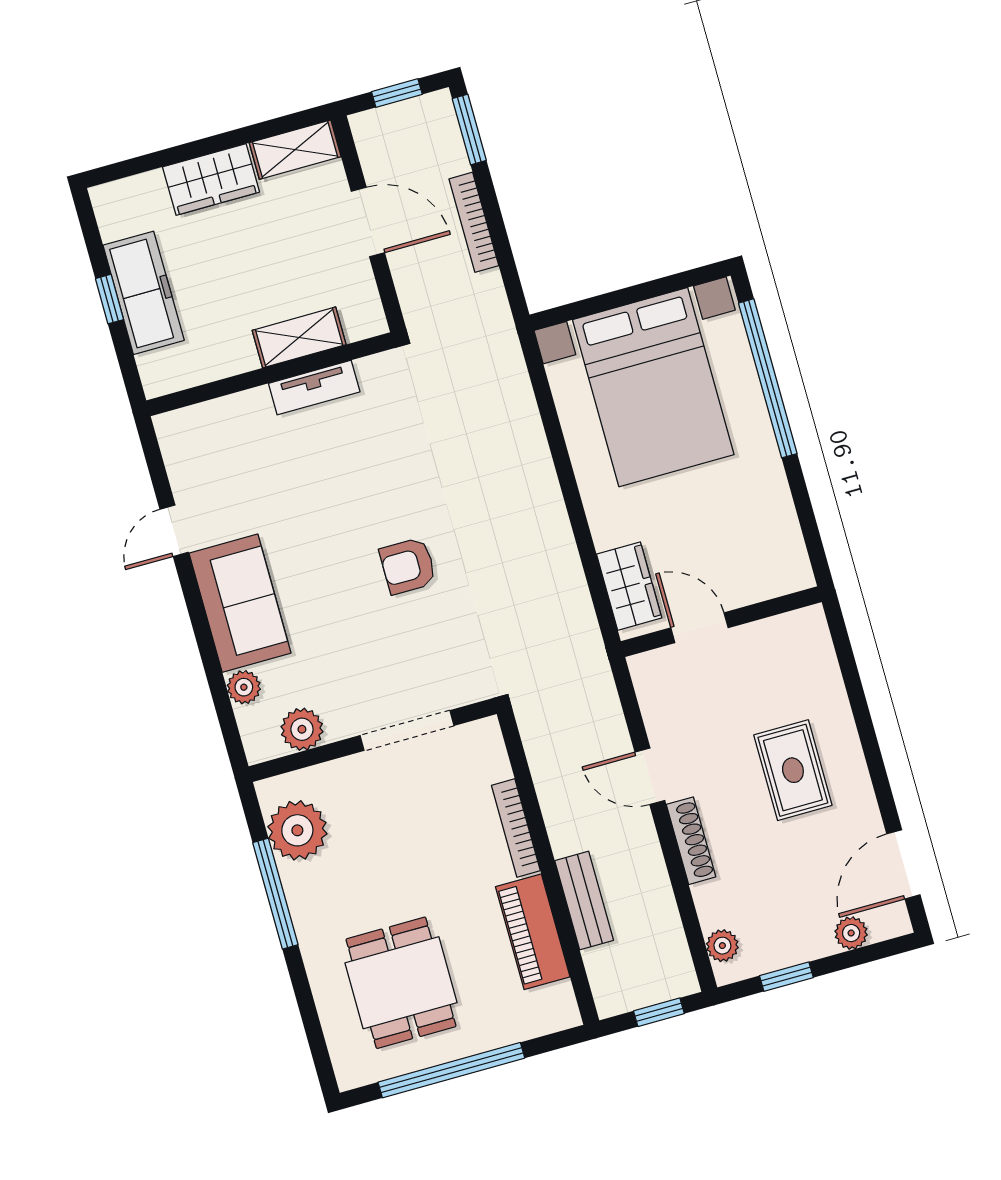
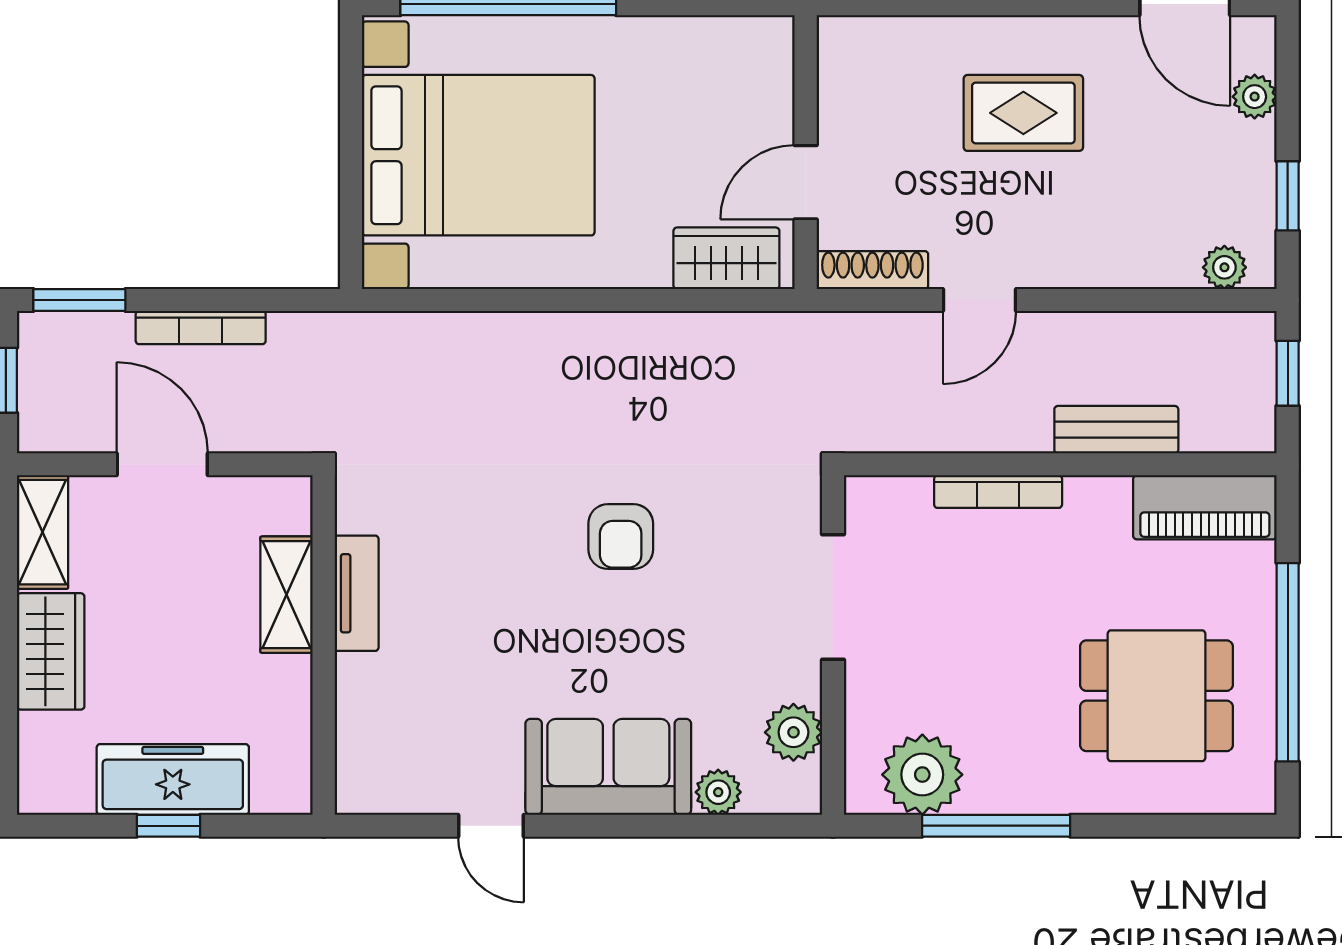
door: (368, 222) -> (162, 464), hinge flipped
shoe rack: (691, 841) -> (872, 270), moved
piano: (533, 932) -> (1205, 507), moved

